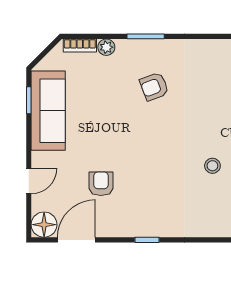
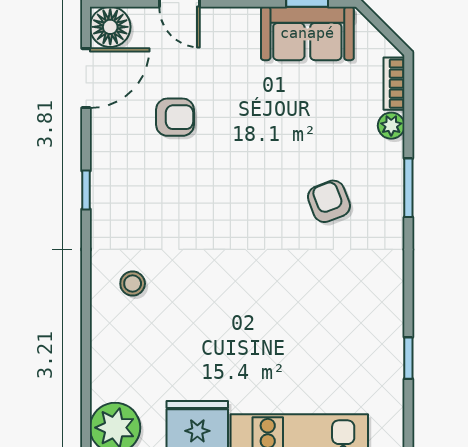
sofa: (48, 111) -> (307, 33), width x0.73
stool: (212, 166) -> (133, 284), moved
door: (76, 240) -> (86, 78), hinge flipped

